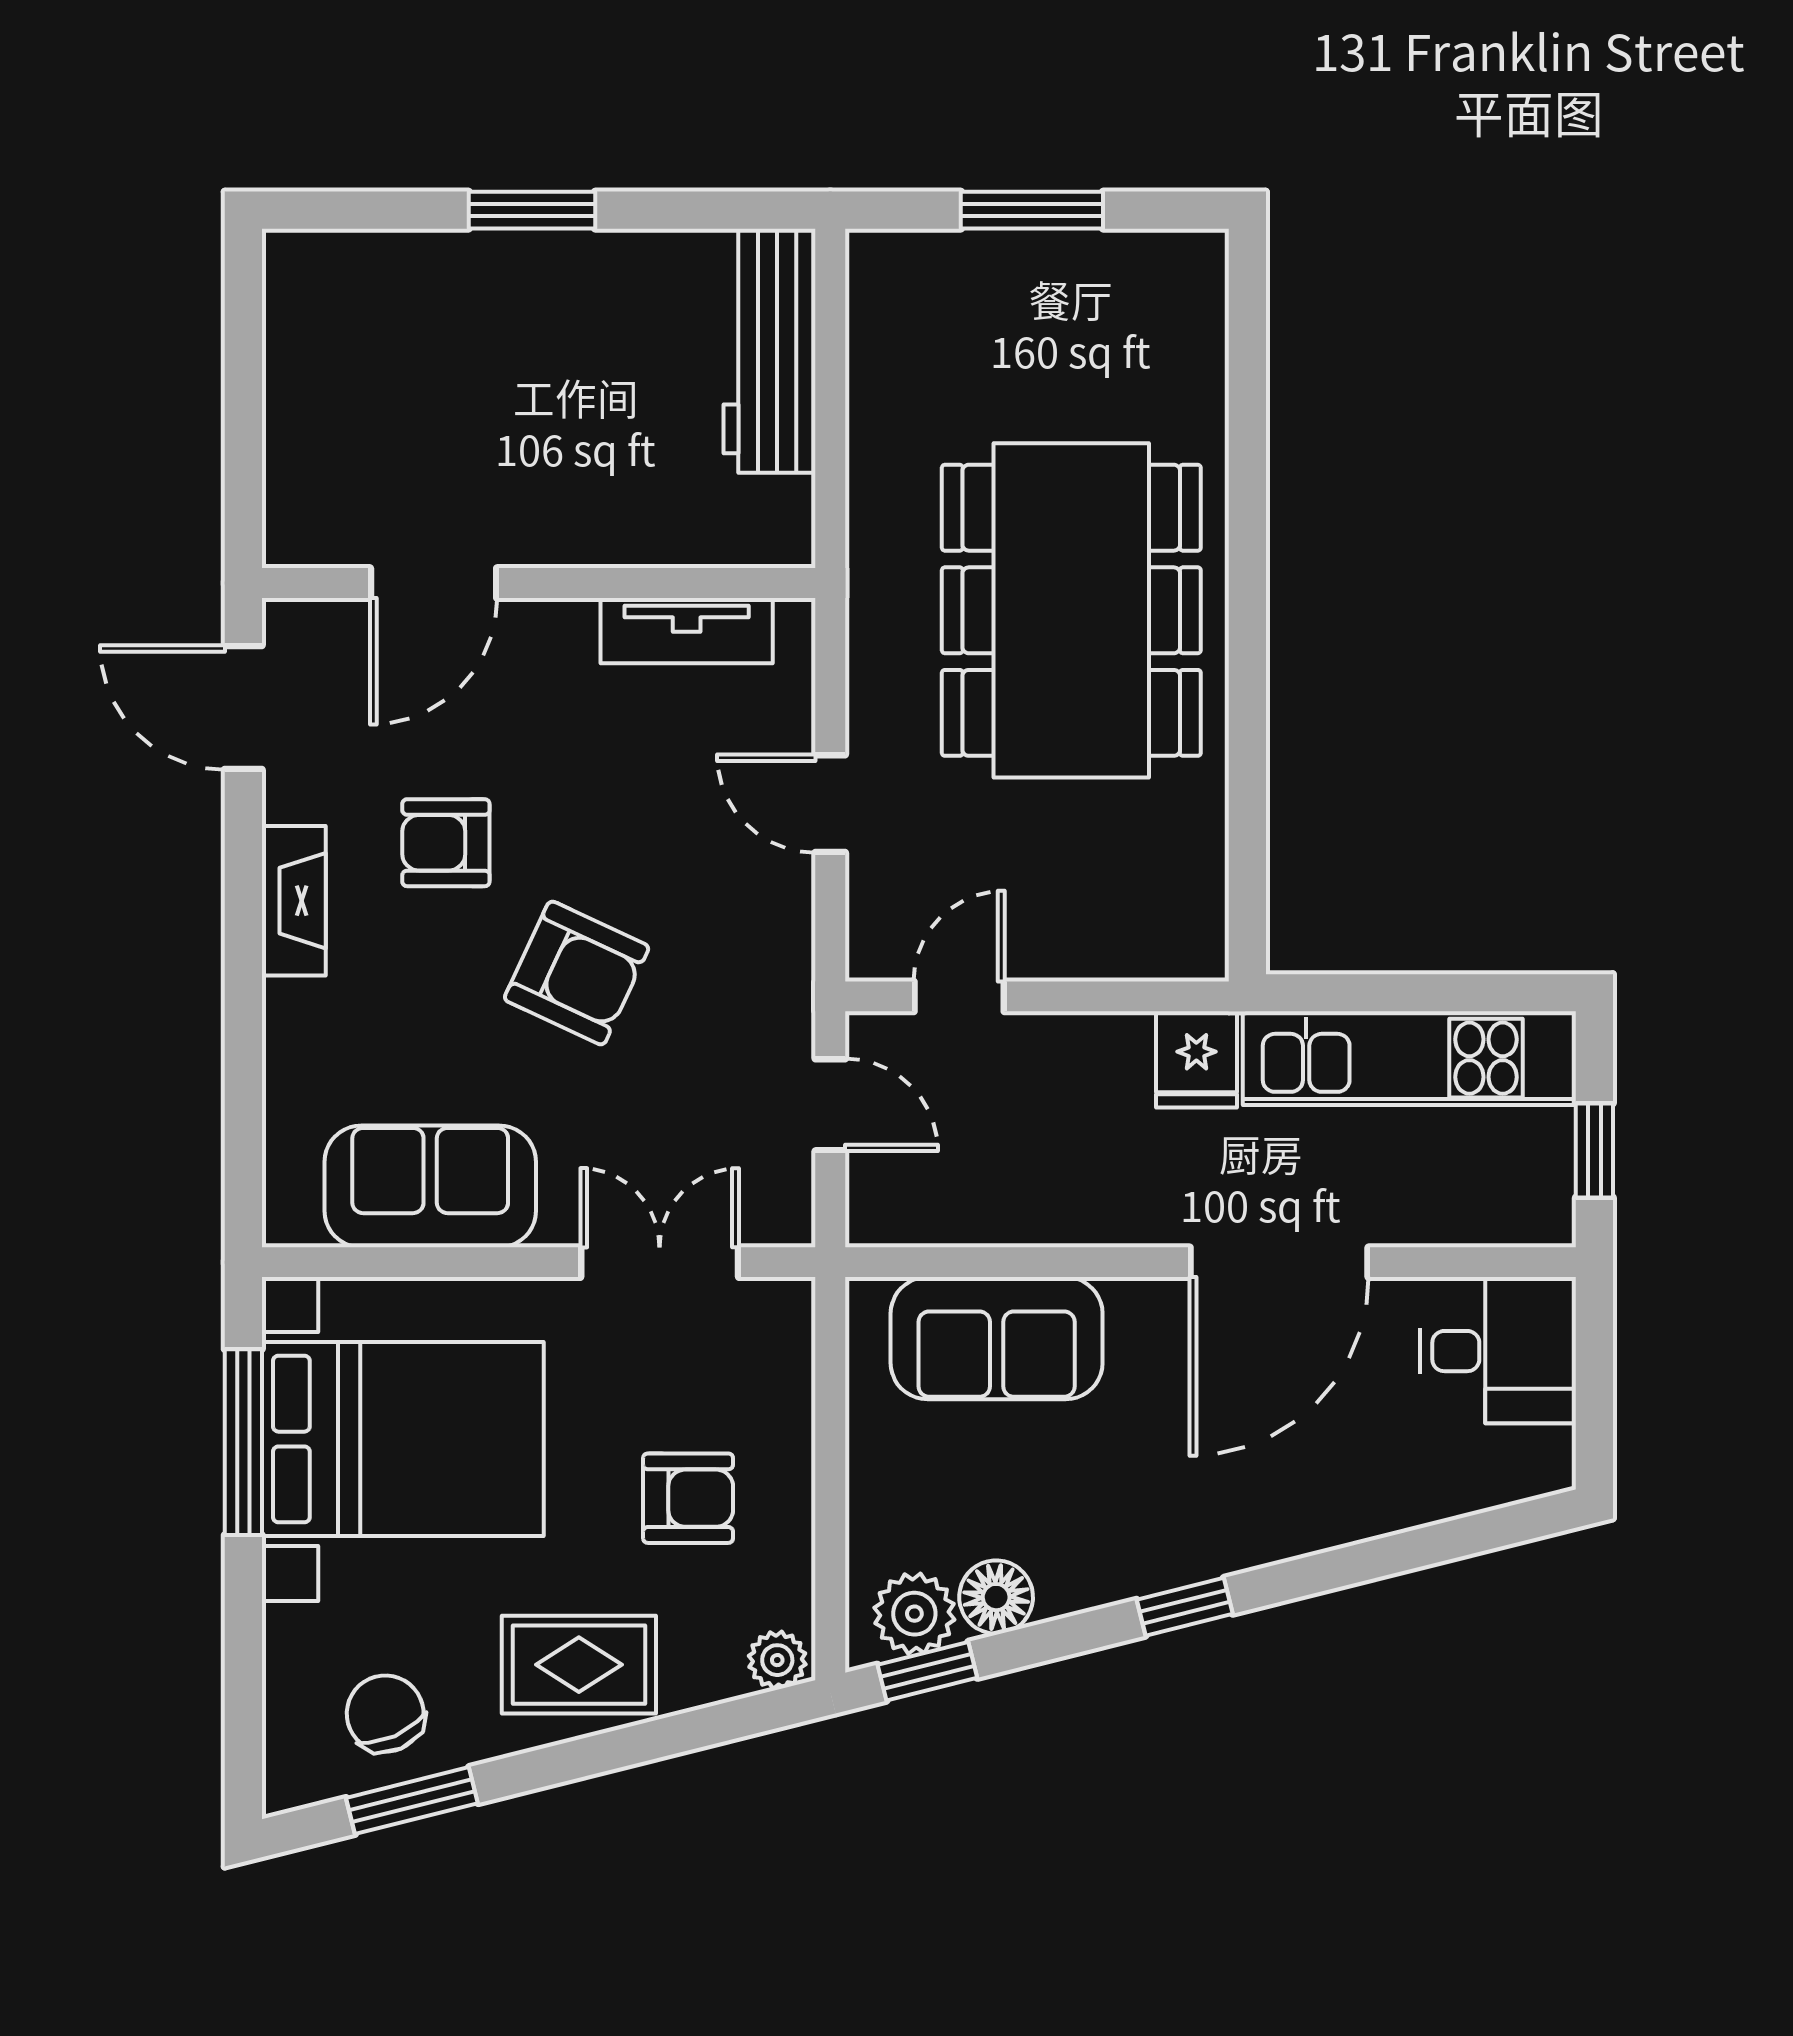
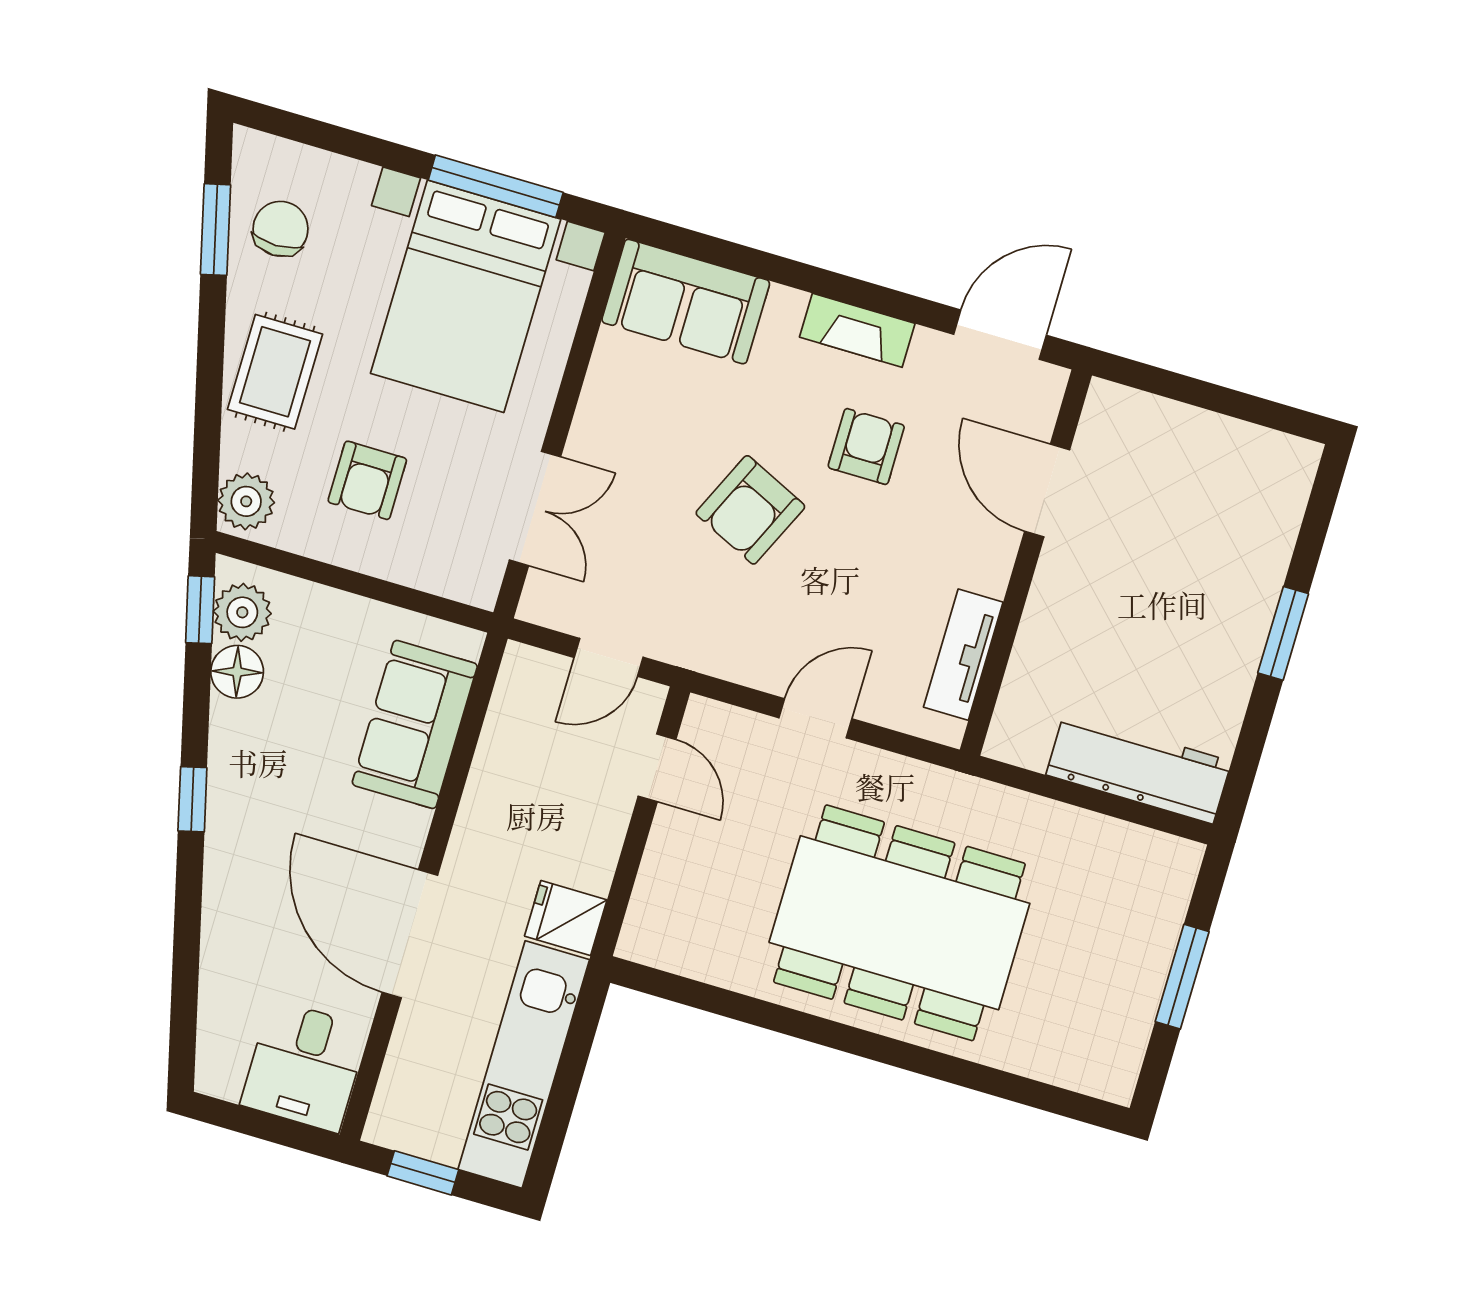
sofa: (430, 1186) -> (686, 302), moved, turned 90
plant: (777, 1660) -> (246, 501), width x1.38, depth x1.38
chair: (385, 1714) -> (281, 229), turned -66

